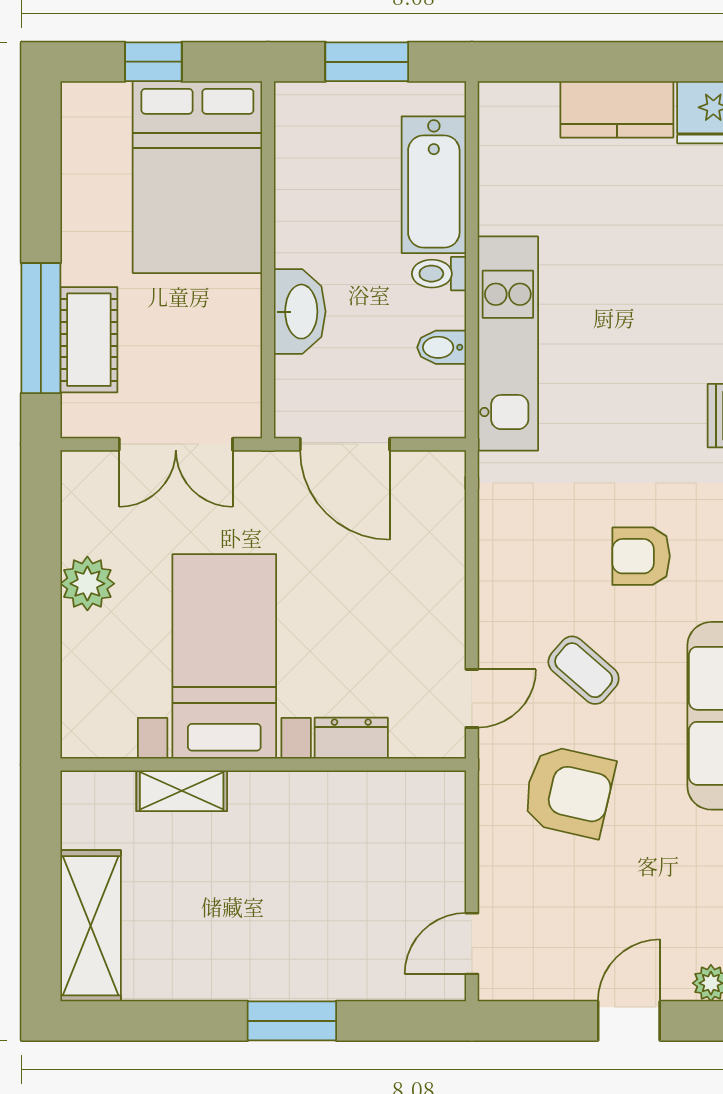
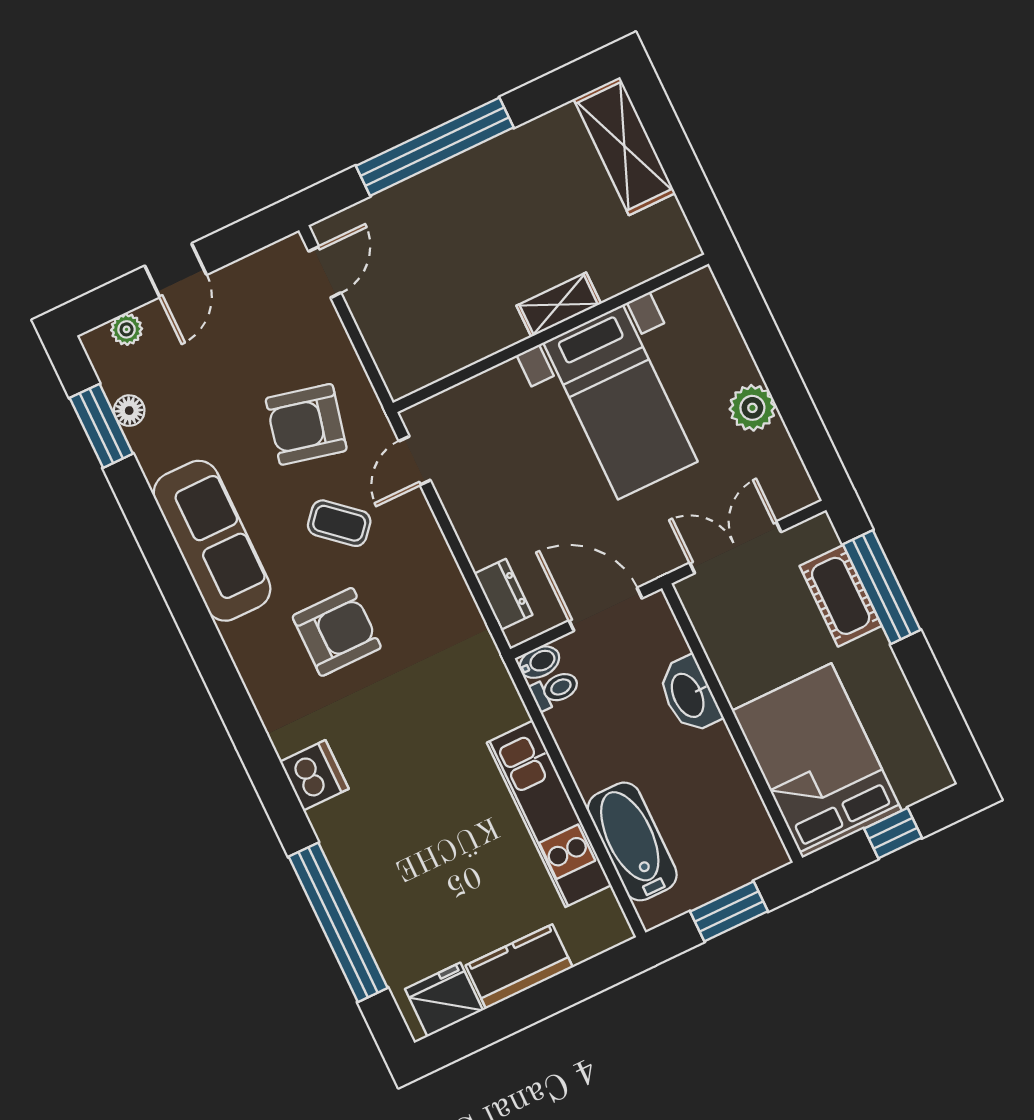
toilet: (439, 274) -> (555, 690), moved
kitchen unit: (508, 343) -> (549, 814), moved
bidet: (442, 347) -> (539, 662), moved
armchair: (641, 556) -> (337, 632), width x1.38, depth x1.38
dresser: (351, 738) -> (503, 594), moved, turned -90
shelving: (182, 791) -> (559, 305), moved
window: (292, 1021) -> (435, 147), width x2.11

